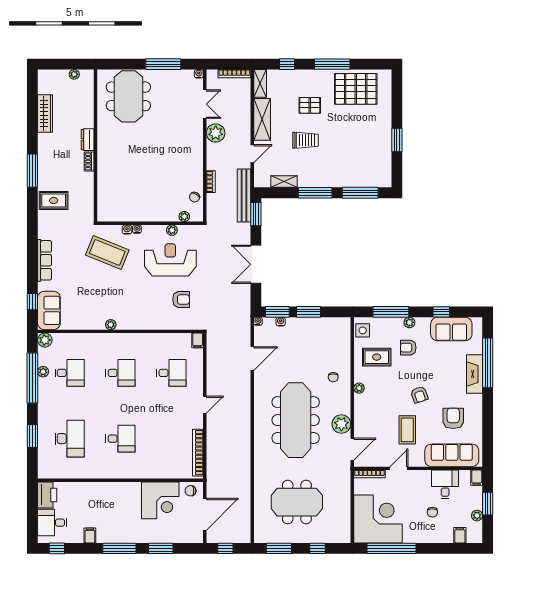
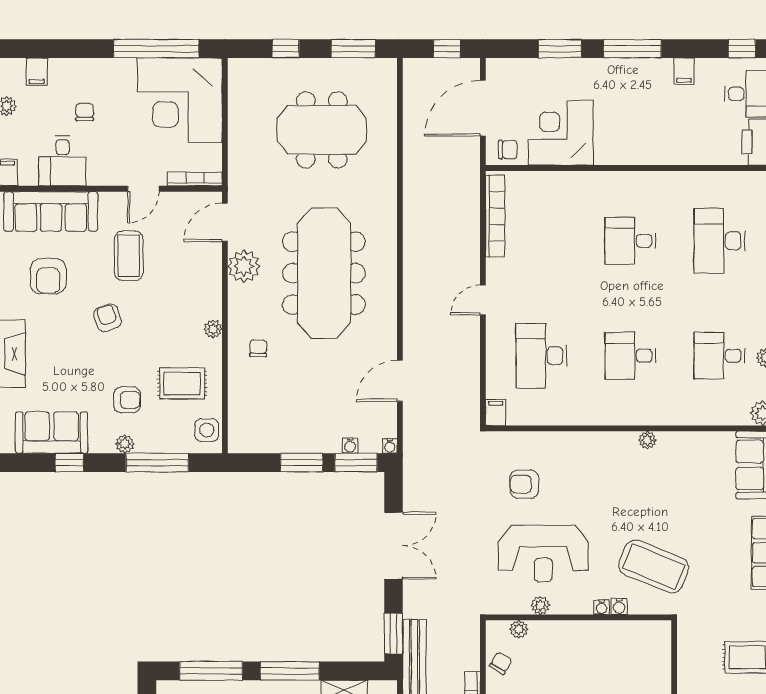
desk: (171, 373) -> (541, 356), width x1.37

